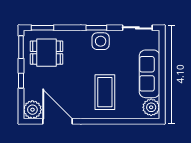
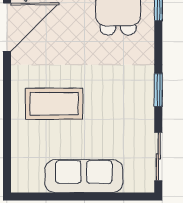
side table: (101, 41) -> (137, 97), removed
plant: (151, 107) -> (30, 179), removed

